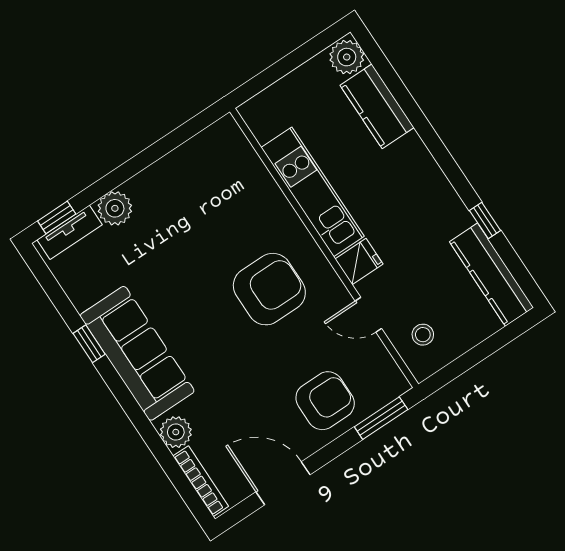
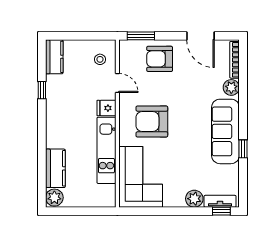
corner sofa: (227, 185) -> (141, 177), added
kitchen counter: (492, 275) -> (54, 57), width x0.67

